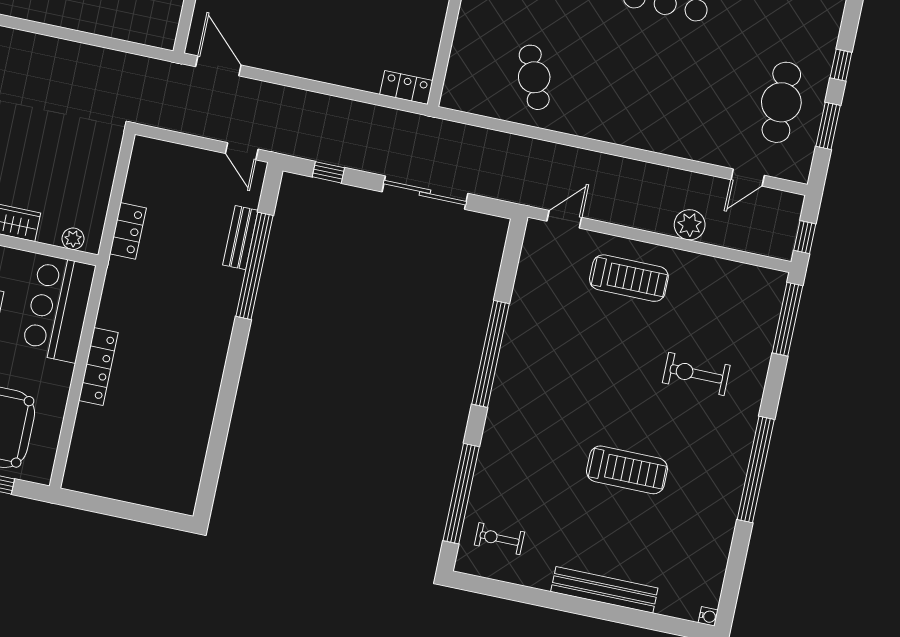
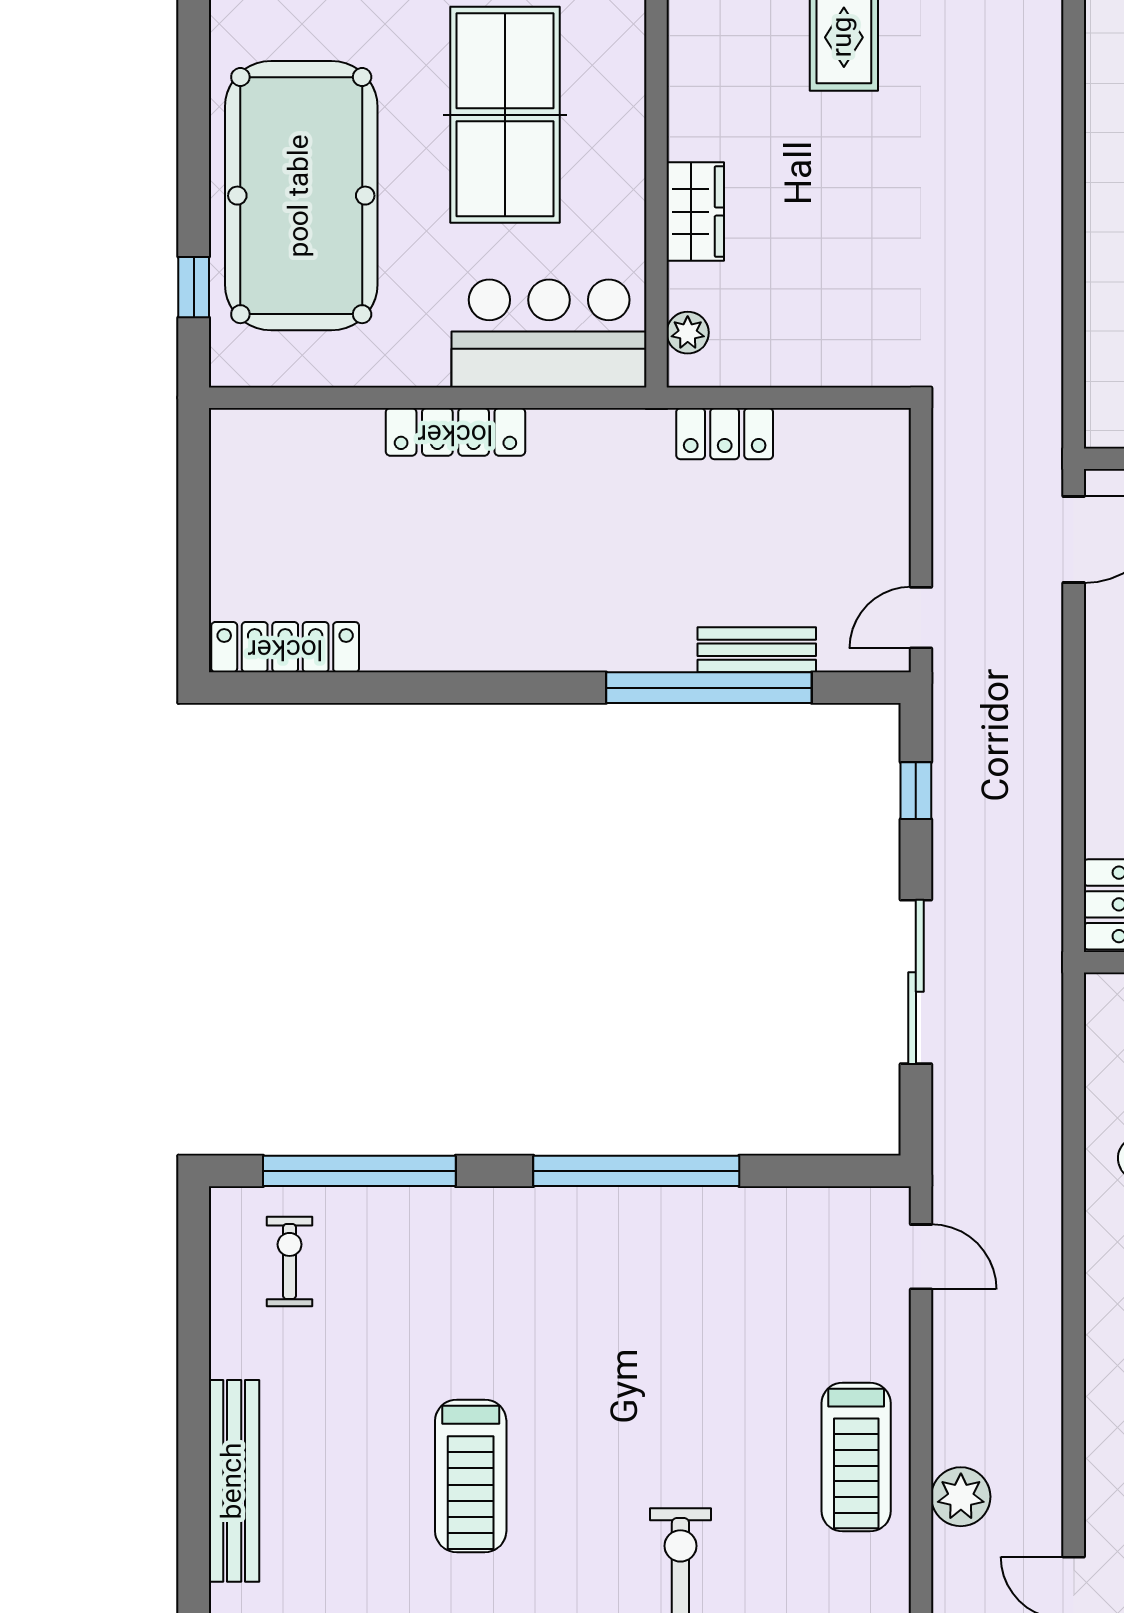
treadmill: (629, 278) -> (856, 1457), moved
locker: (189, 475) -> (285, 647), added

